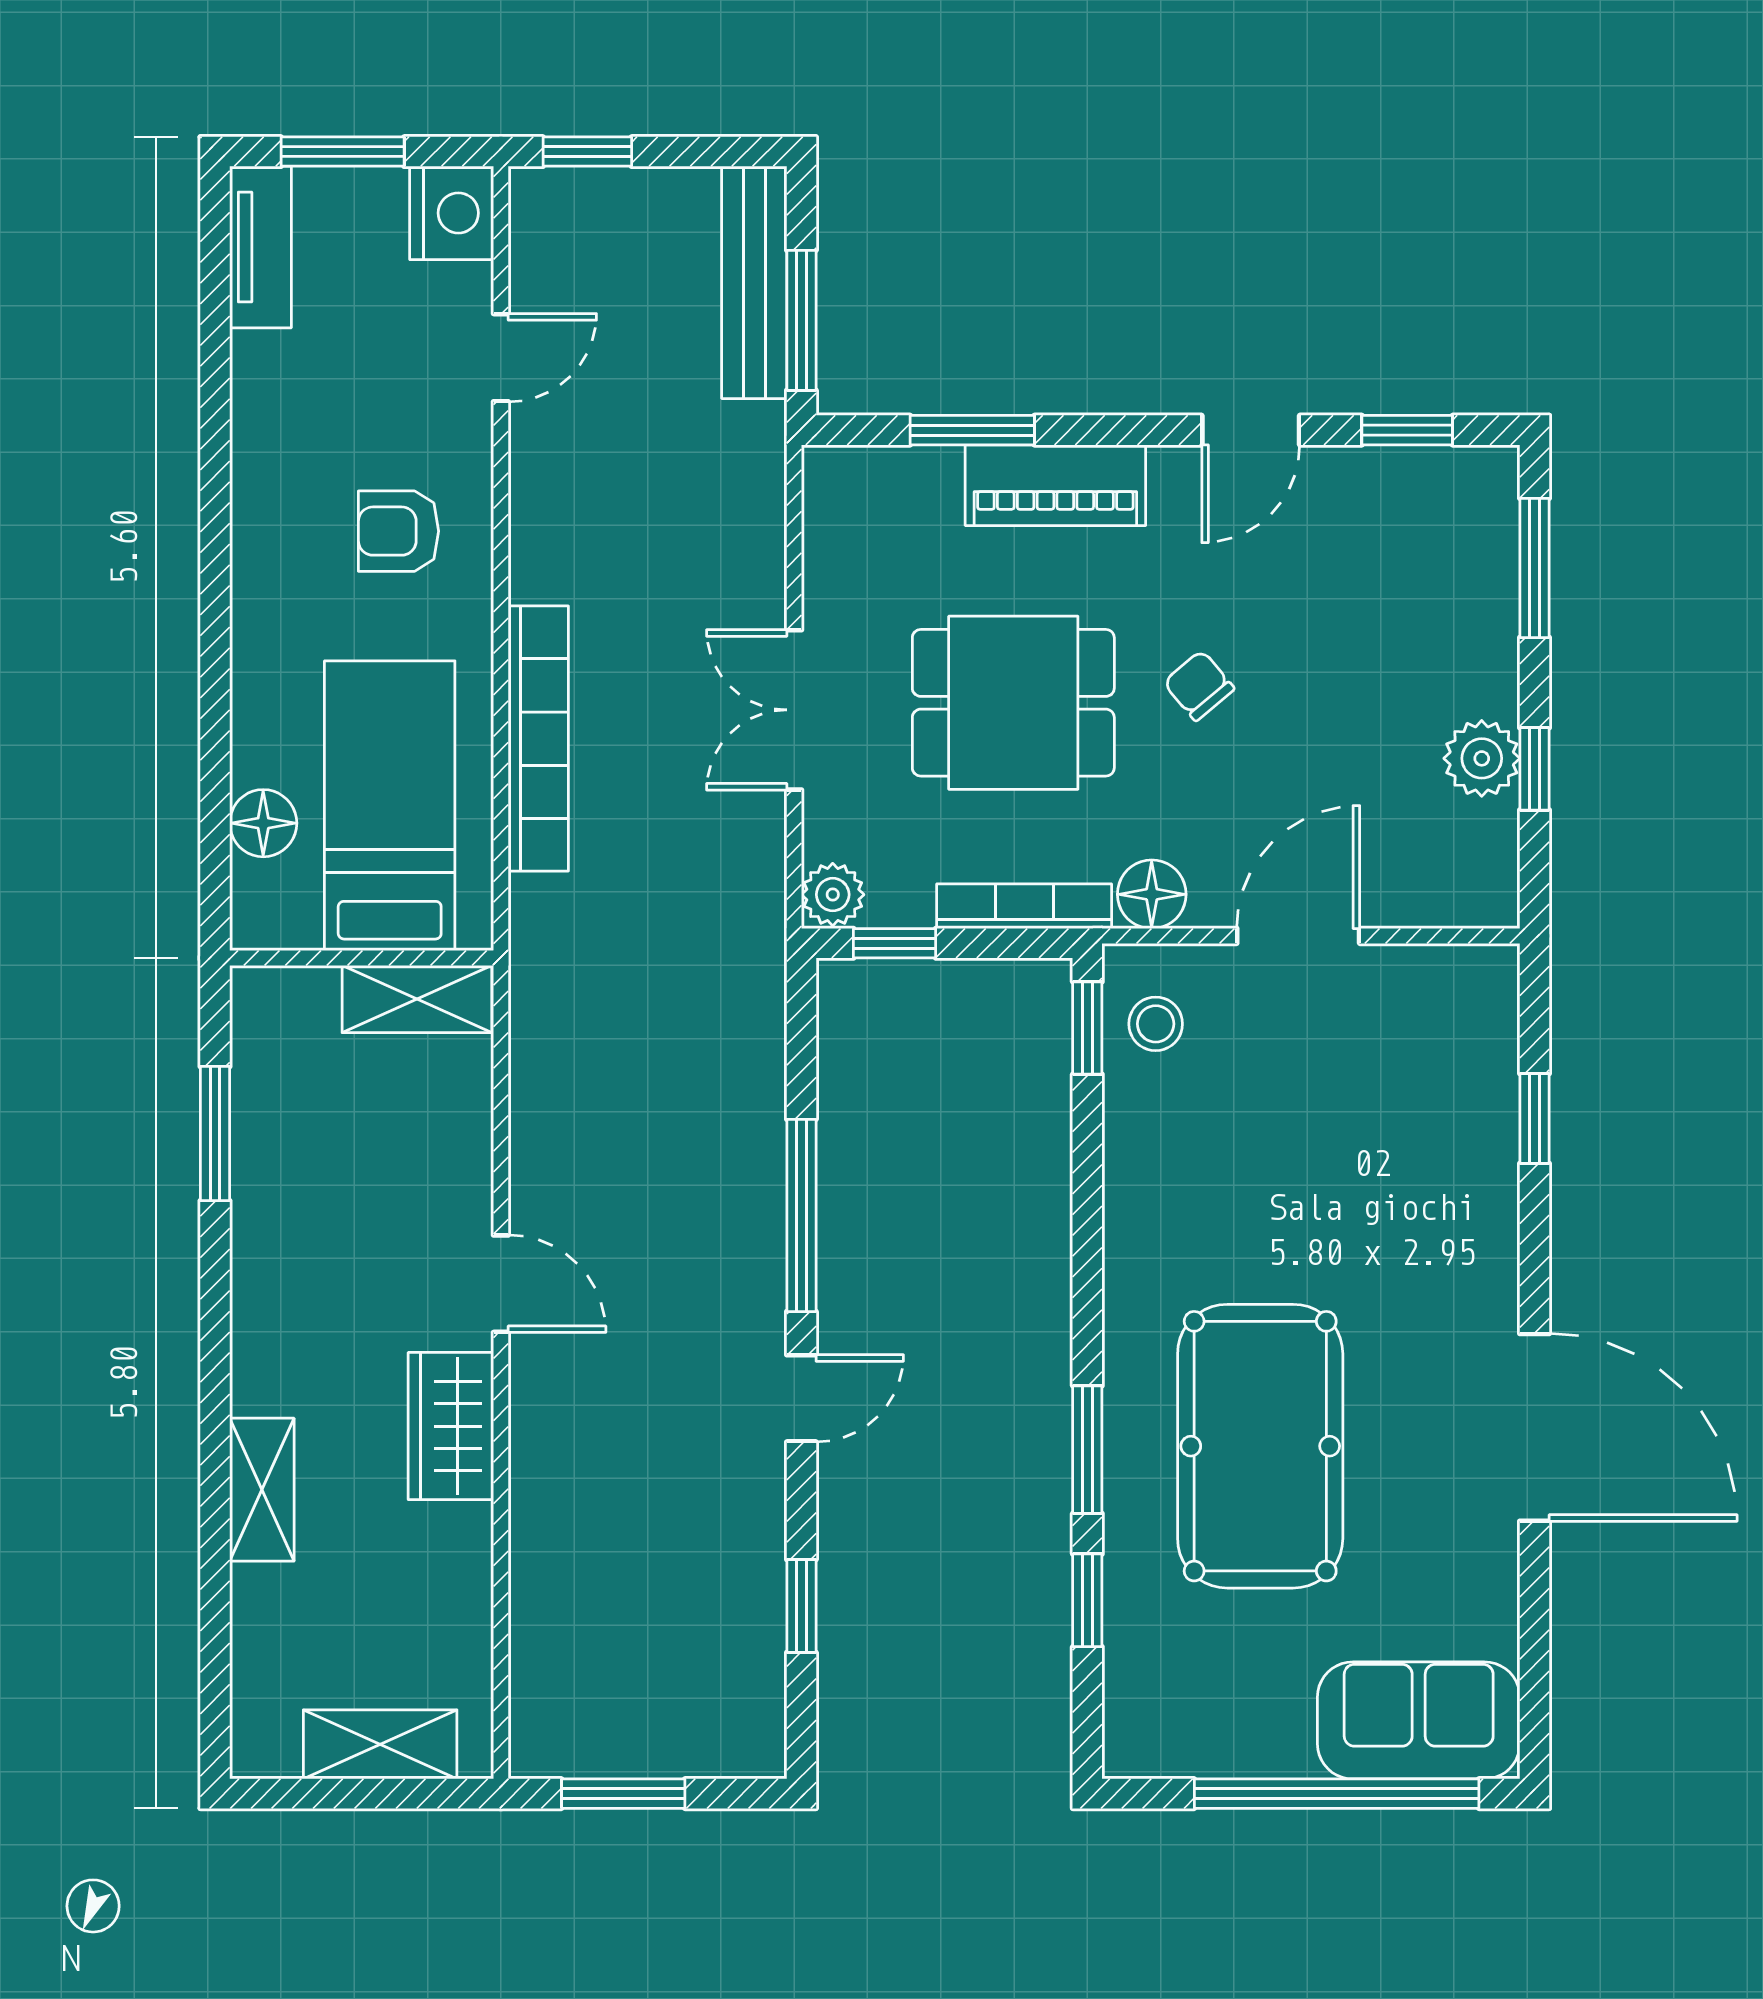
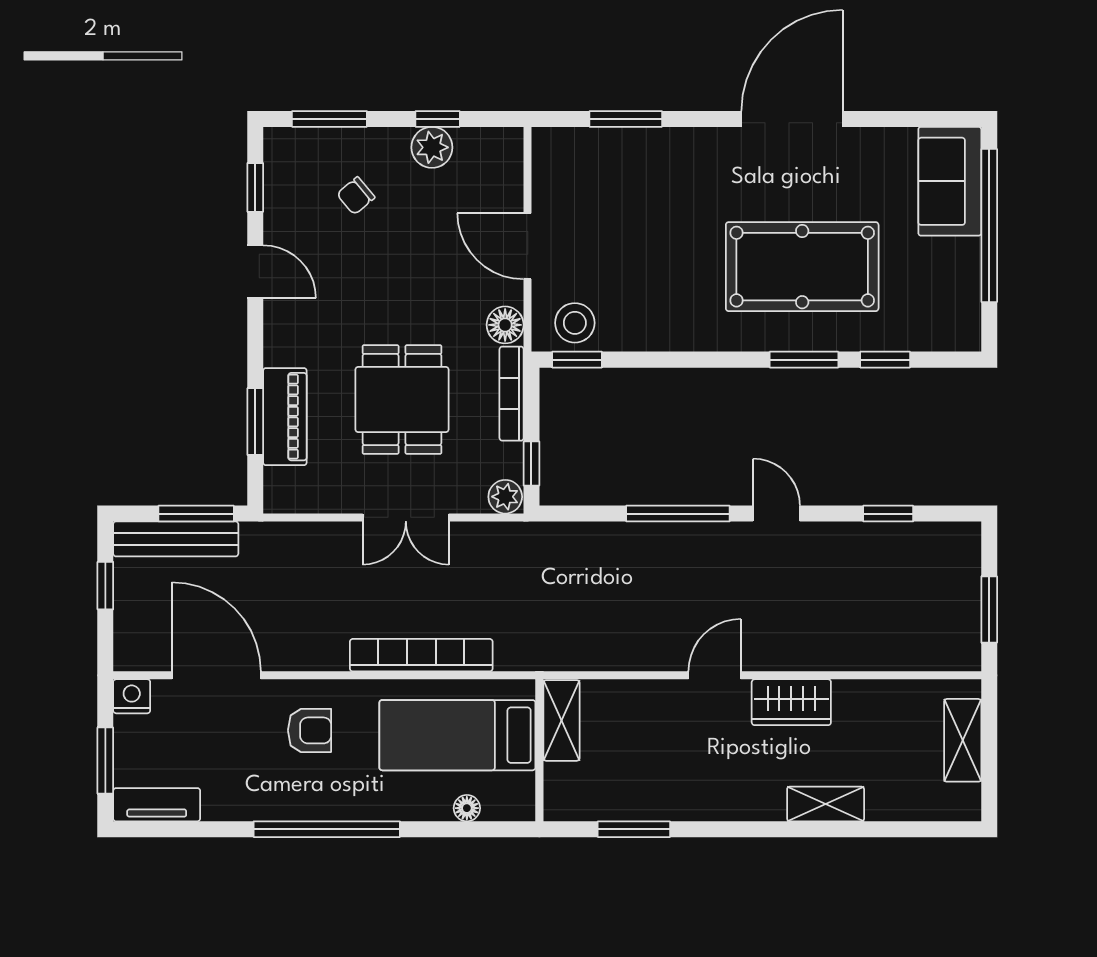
window: (587, 152) -> (105, 586), moved
nightstand: (452, 213) -> (132, 696), width x0.74, depth x0.75
door: (501, 358) -> (216, 675), width x1.87
piano: (1055, 485) -> (285, 417), moved
armchair: (399, 531) -> (310, 730), turned -90
window: (215, 563) -> (327, 829), added
chair: (1199, 686) -> (356, 196), moved
floor lamp: (263, 823) -> (467, 808), width x0.73, depth x0.73
stool: (1156, 1024) -> (575, 323), width x1.37, depth x1.37
window: (1535, 1118) -> (626, 119), width x1.50

